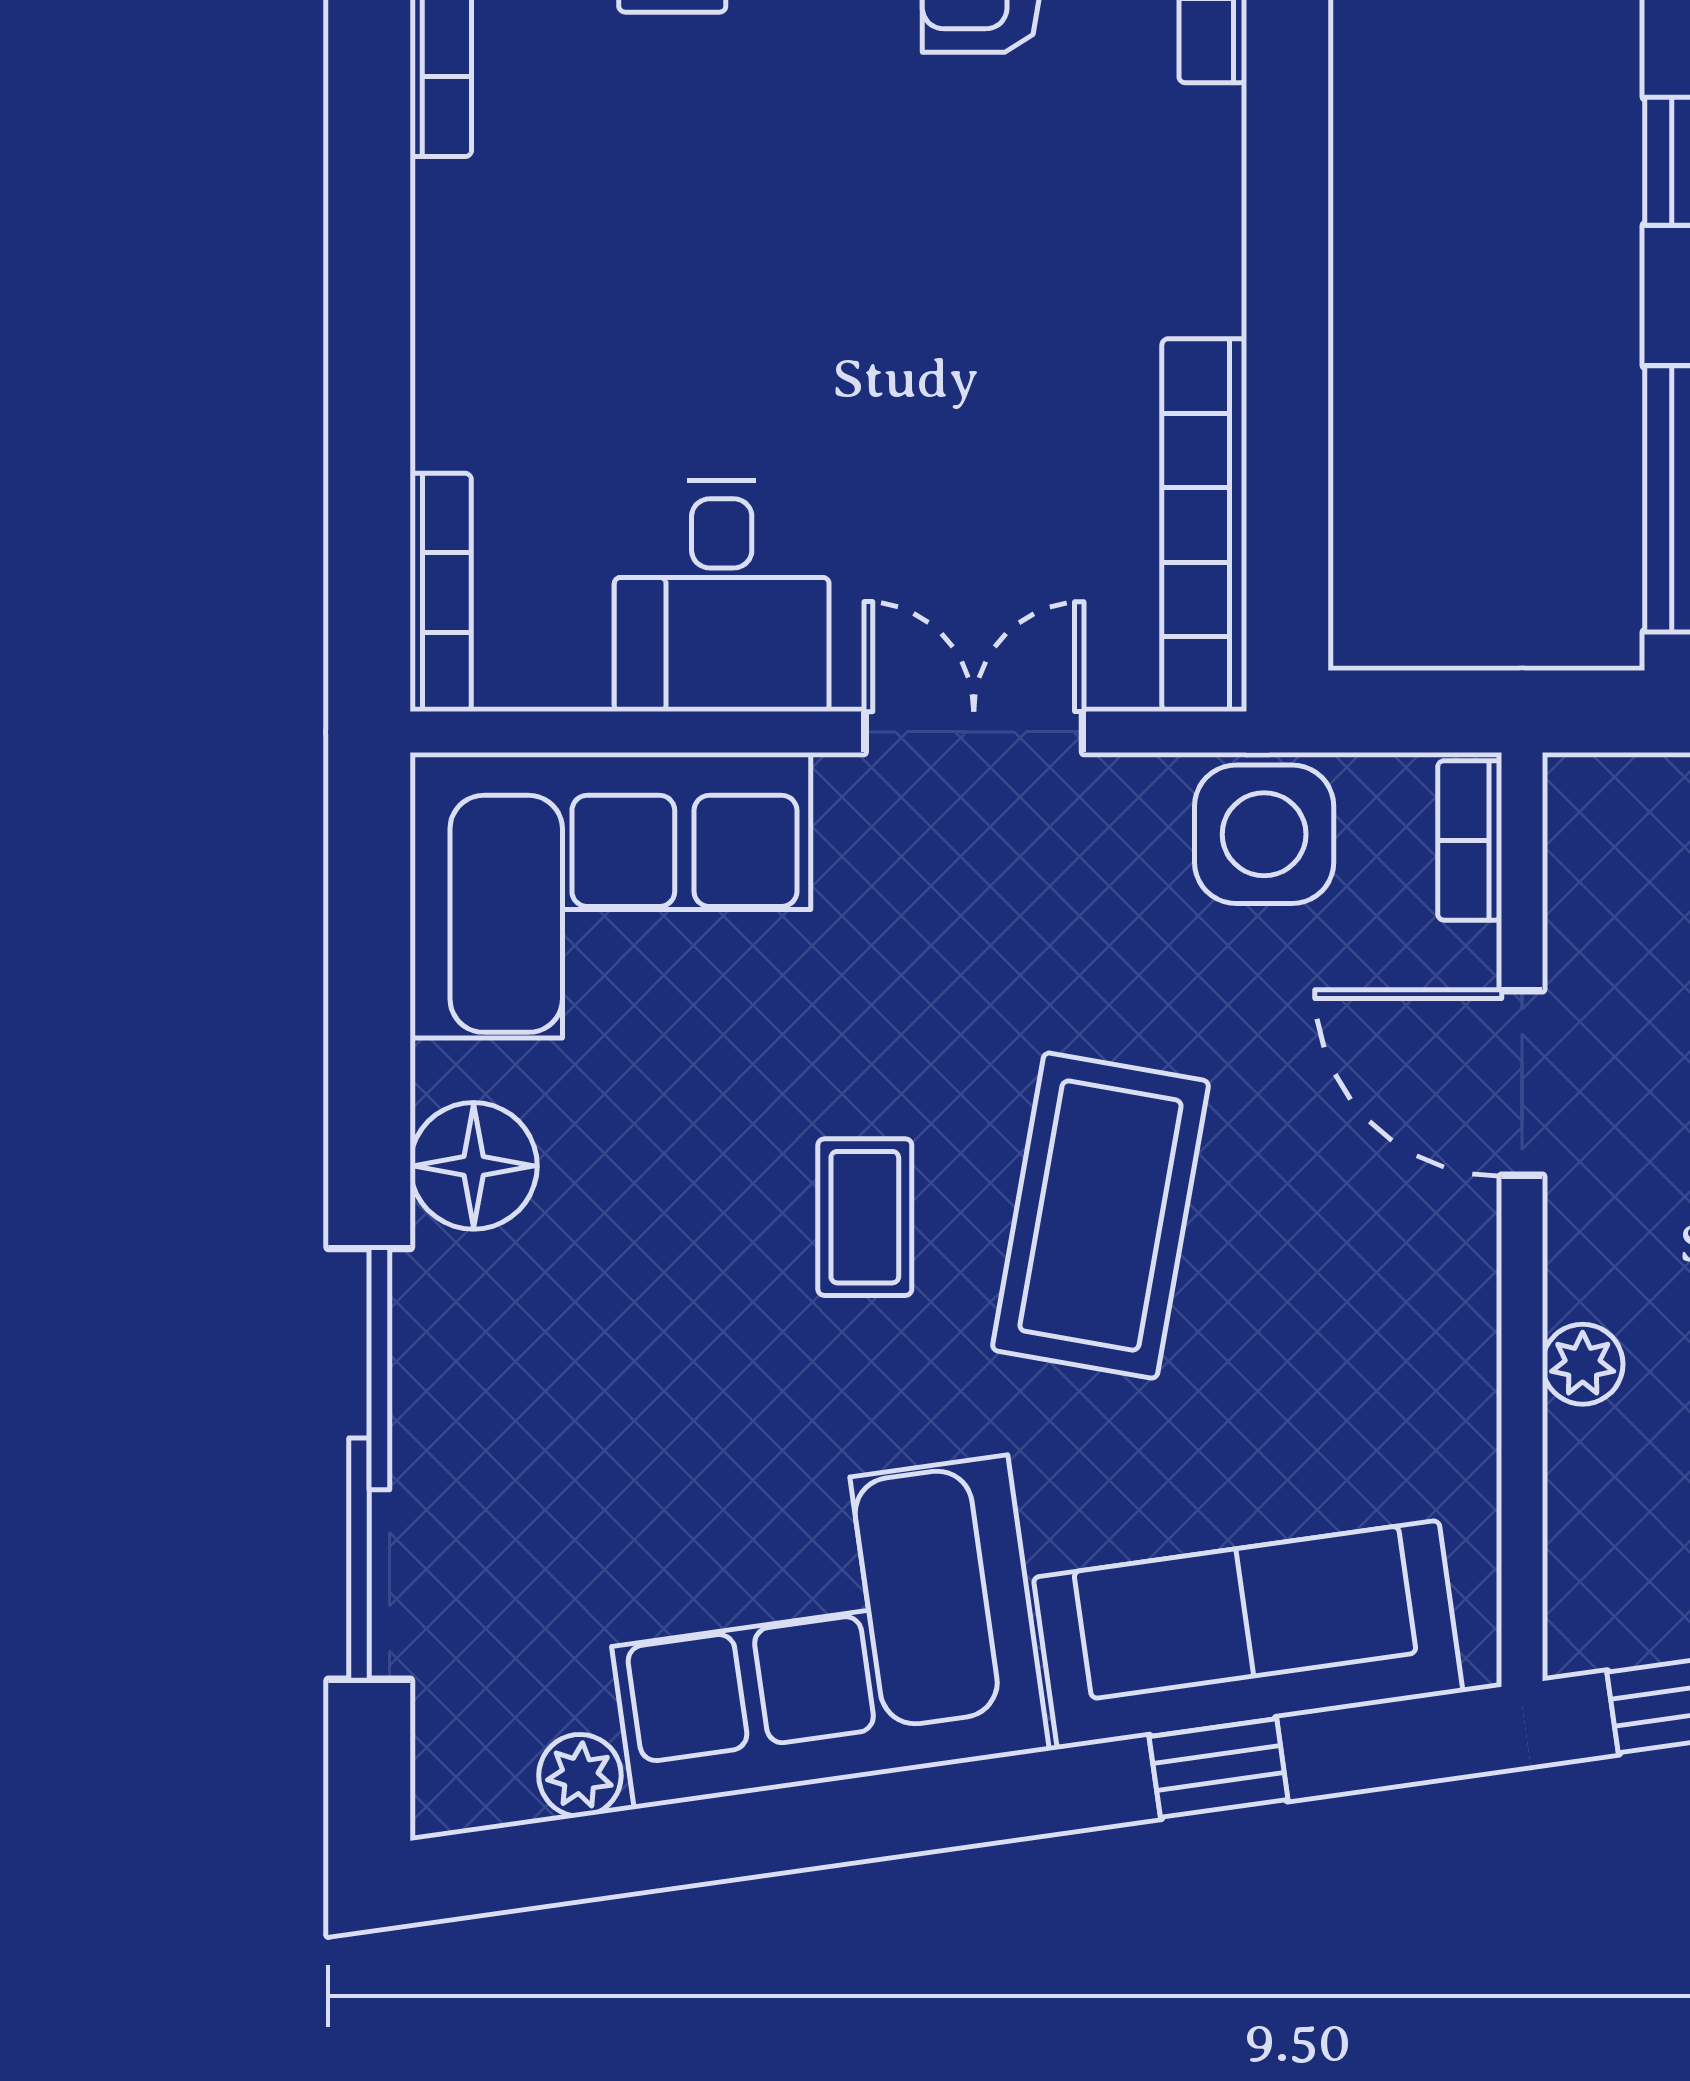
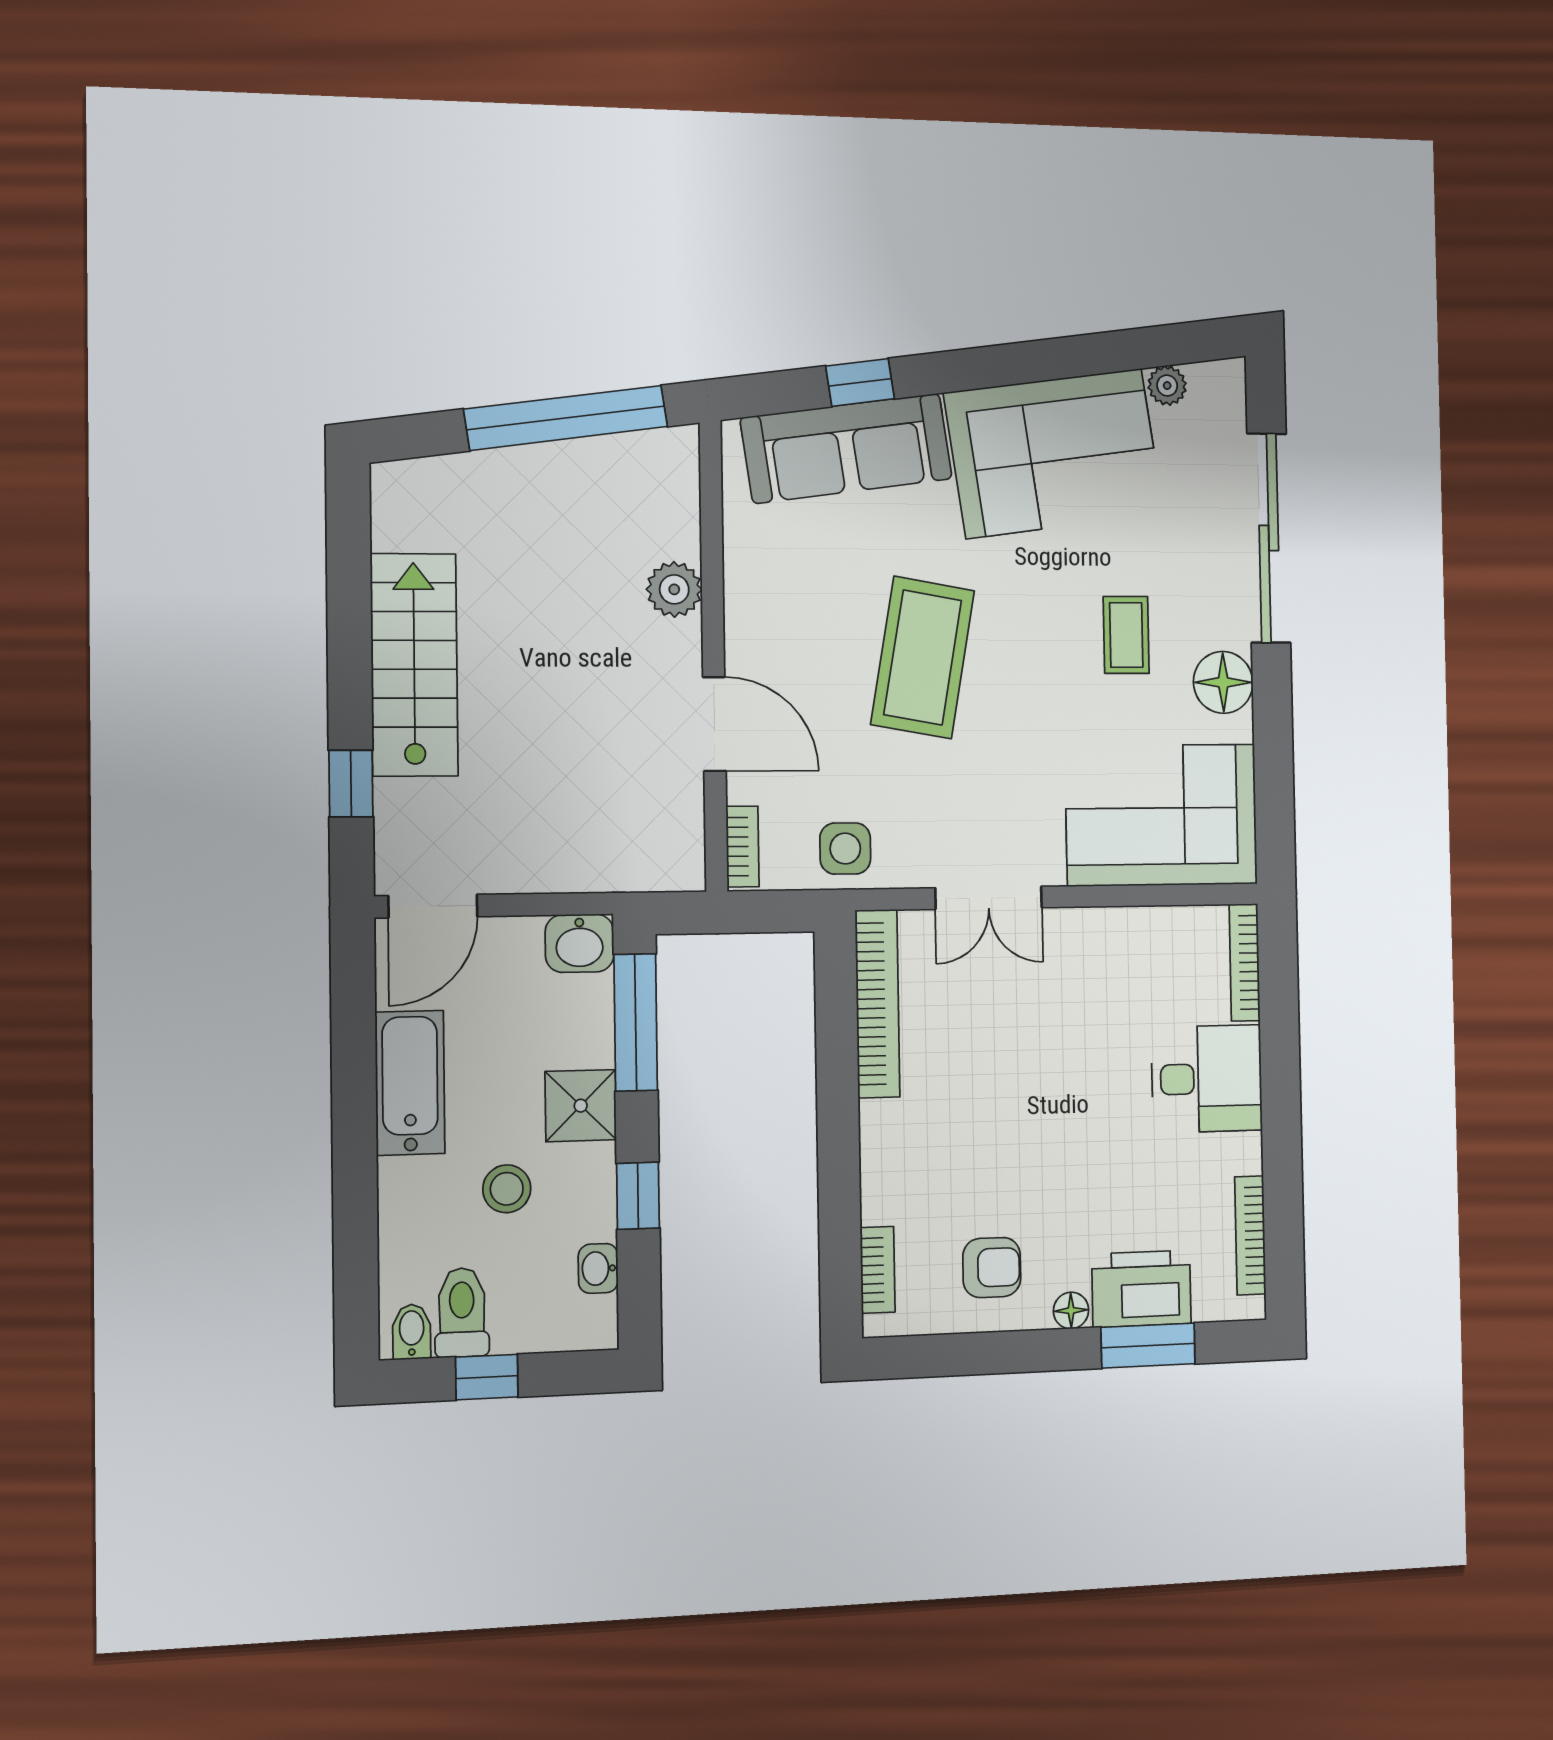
desk: (722, 596) -> (1207, 1079), moved, turned 90
side table: (1264, 834) -> (845, 849), width x0.73, depth x0.73
coffee table: (865, 1217) -> (1126, 635), moved
plant: (1583, 1364) -> (674, 589), width x1.38, depth x1.38

